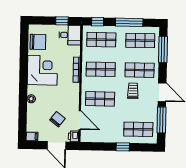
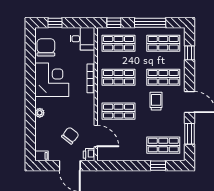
window: (62, 21) -> (55, 23), moved
chair: (38, 42) -> (46, 47), turned -90
window: (163, 49) -> (189, 53), width x0.46
window: (162, 120) -> (189, 134), width x0.69
window: (123, 147) -> (158, 166), moved

